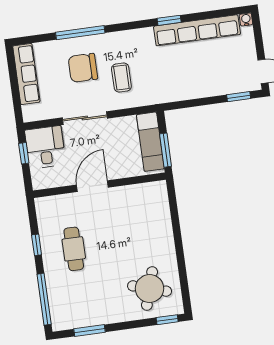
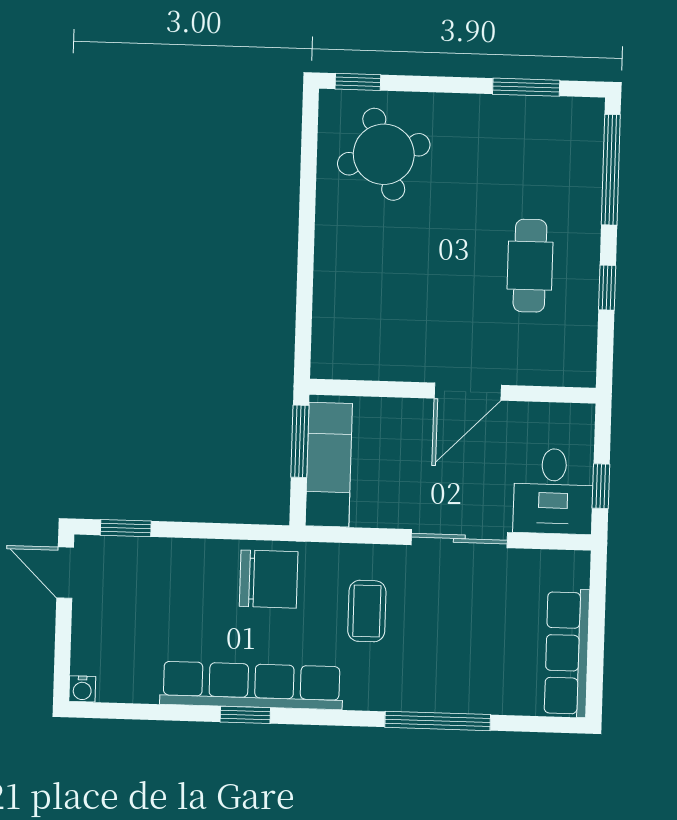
row of seats: (197, 30) -> (251, 685), moved
chair: (83, 68) -> (269, 579), moved
round table: (150, 289) -> (384, 154), turned -34

